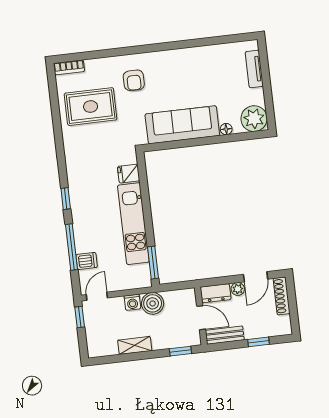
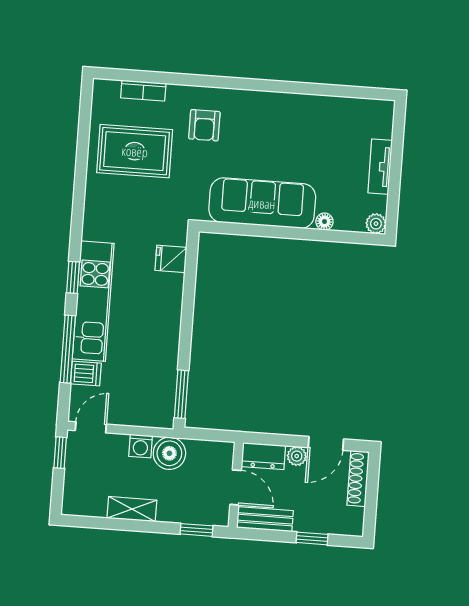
bookcase: (69, 67) -> (143, 91), moved
tv unit: (254, 69) -> (380, 167), moved
plant: (254, 119) -> (376, 224), width x0.53, depth x0.53
kitchen unit: (133, 224) -> (93, 301), moved, turned 180

